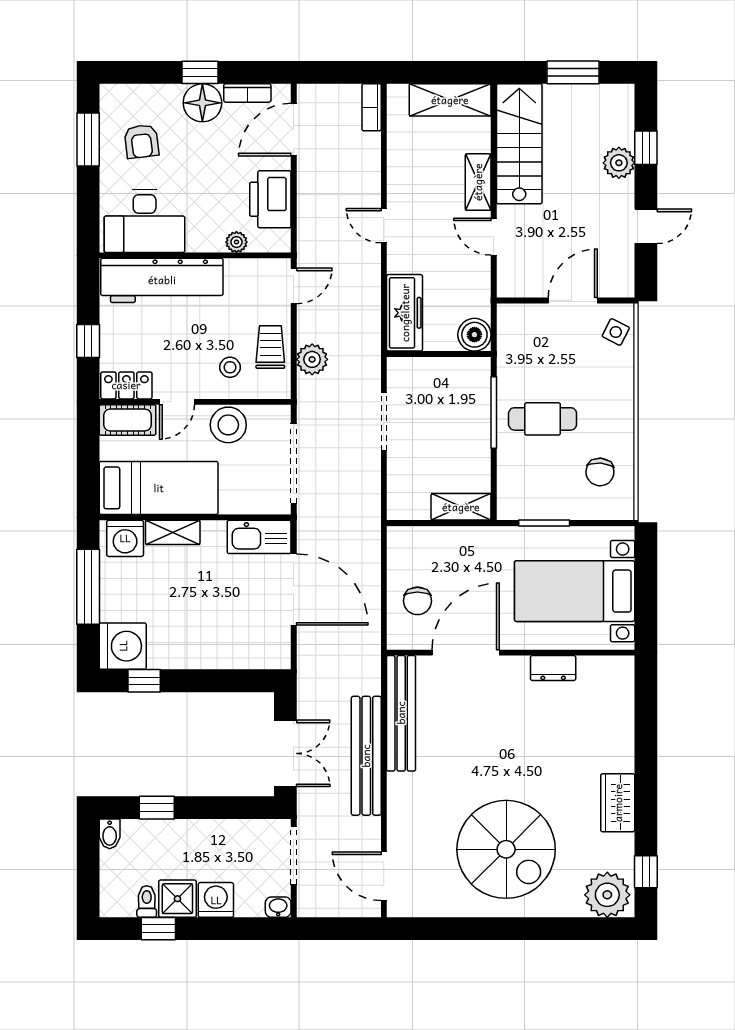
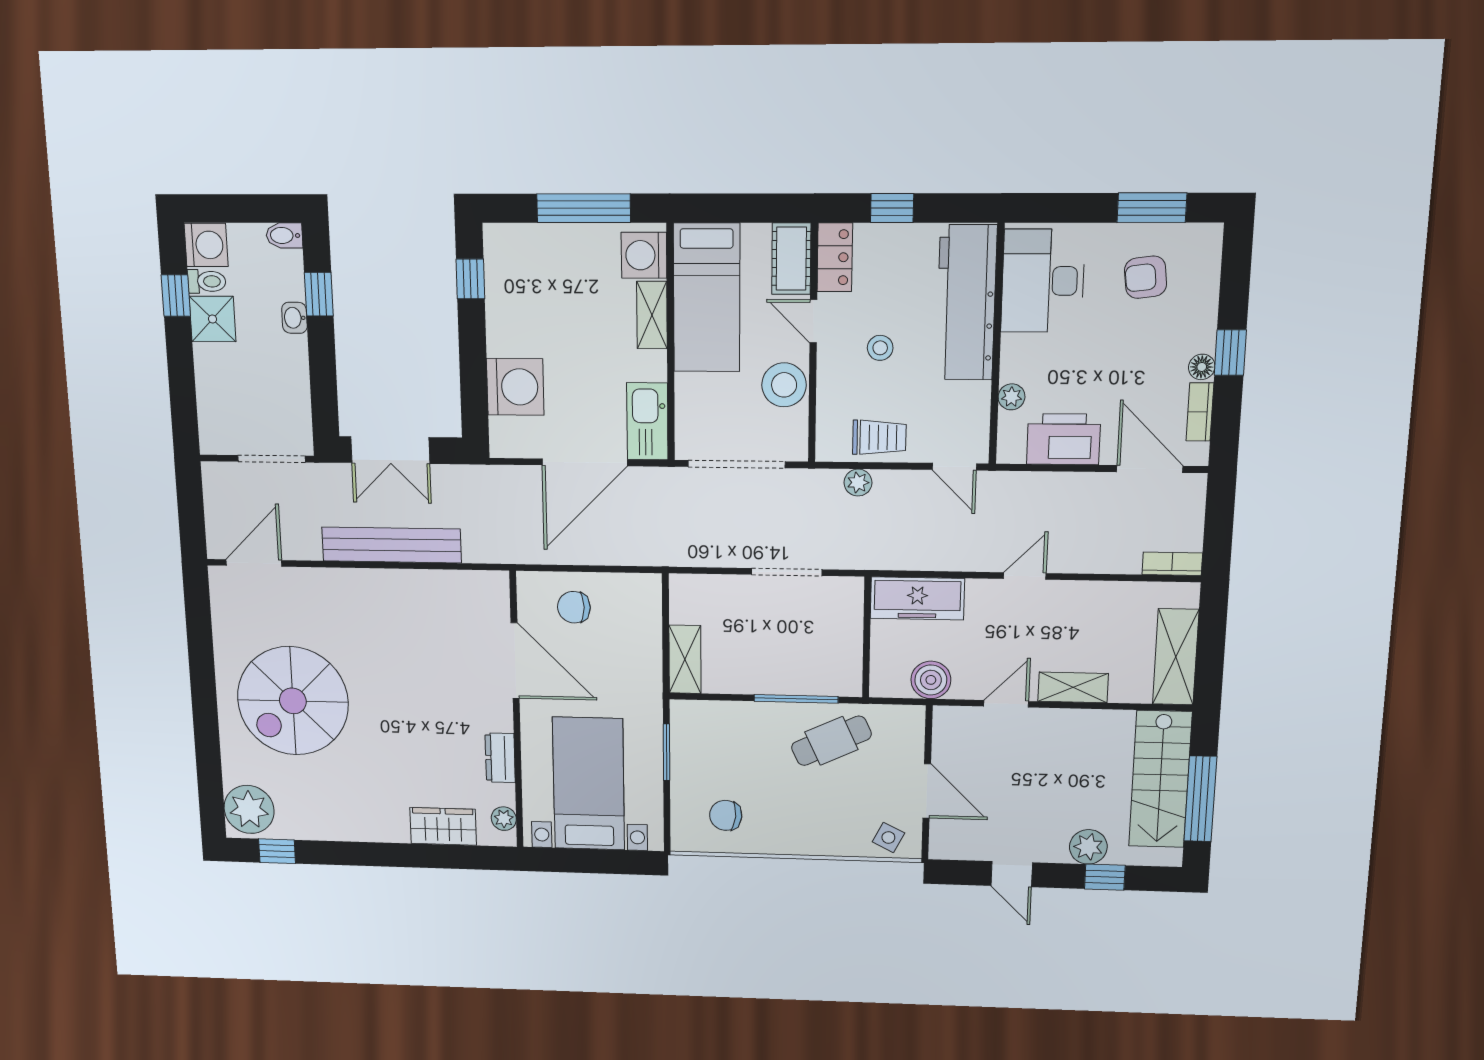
window: (573, 72) -> (1200, 799), width x1.44
floor lamp: (202, 103) -> (1202, 367), width x0.53, depth x0.53
stairs: (519, 144) -> (1160, 779), moved, turned 90
boiler: (474, 335) -> (931, 680), moved
plant: (312, 359) -> (858, 483), width x0.73, depth x0.73
stool: (230, 367) -> (880, 348), moved
cafe table: (543, 419) -> (831, 741), moved, turned 65
washing machine: (123, 646) -> (515, 387), moved, turned -90
plant: (609, 666) -> (504, 819), added
bench: (401, 713) -> (442, 586), removed
wardrobe: (618, 803) -> (443, 826), moved
washing machine: (216, 900) -> (206, 245), moved
washbasin: (278, 907) -> (294, 318), moved, turned 180

